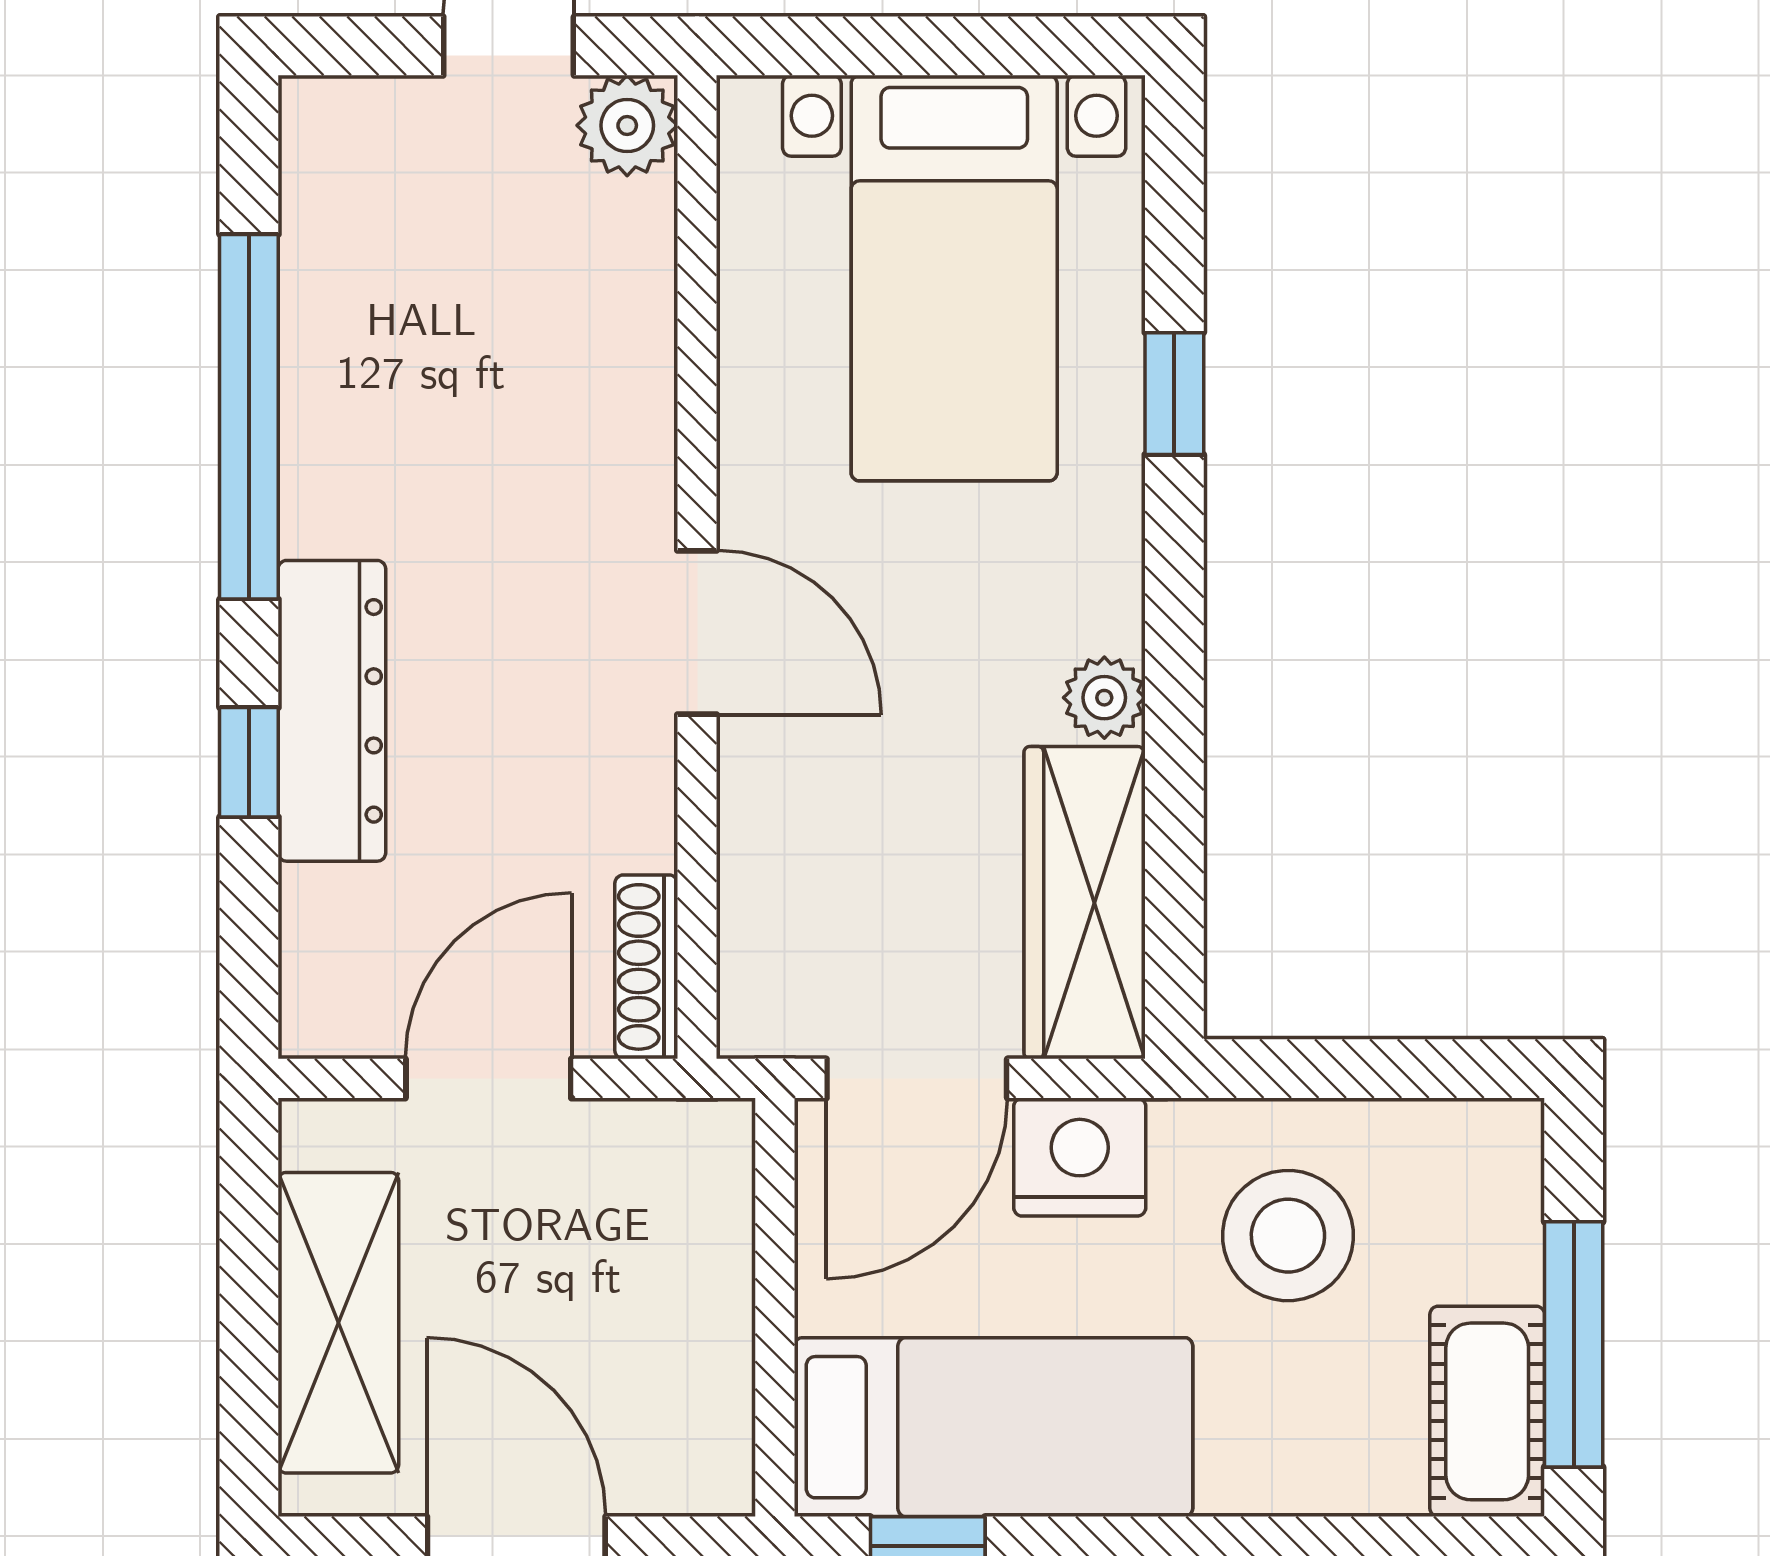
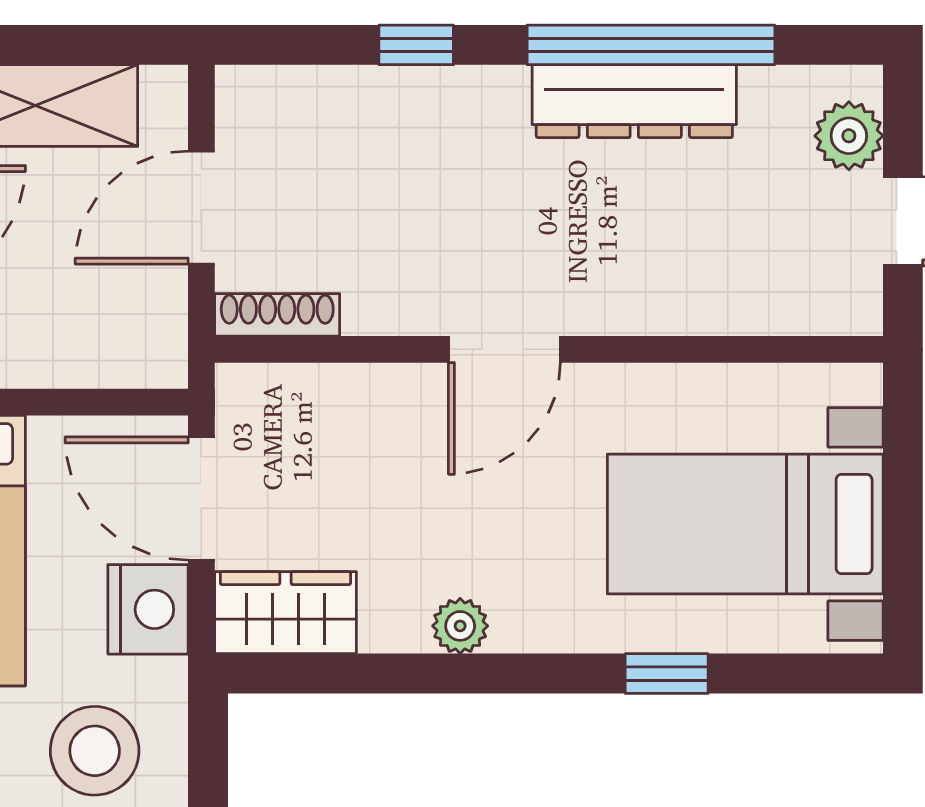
plant: (627, 125) -> (849, 136), moved
dresser: (332, 711) -> (634, 101), moved
wardrobe: (1085, 903) -> (285, 613), width x0.67
door: (488, 1078) -> (201, 208), swing flipped

